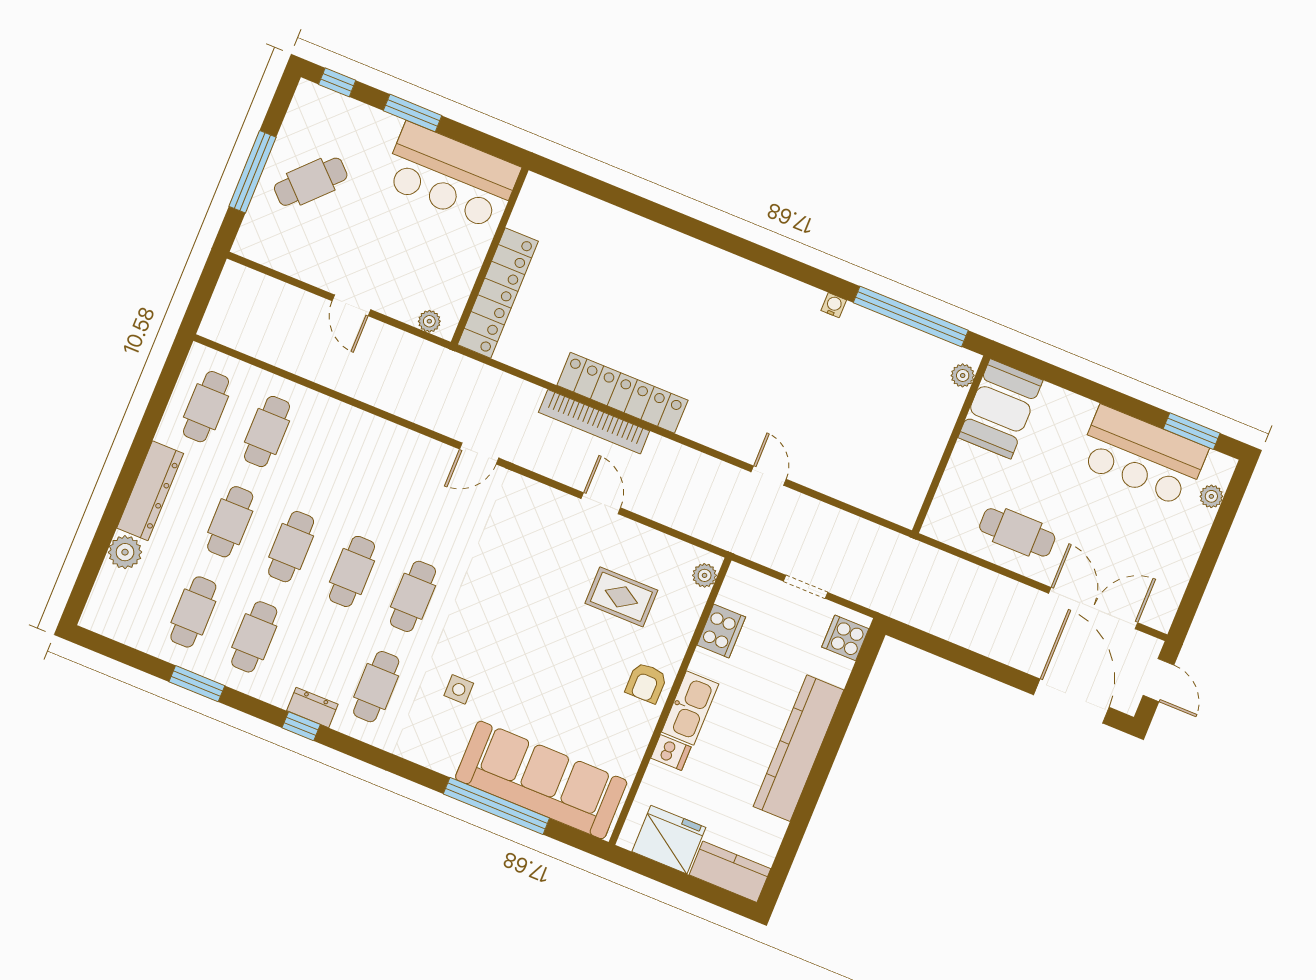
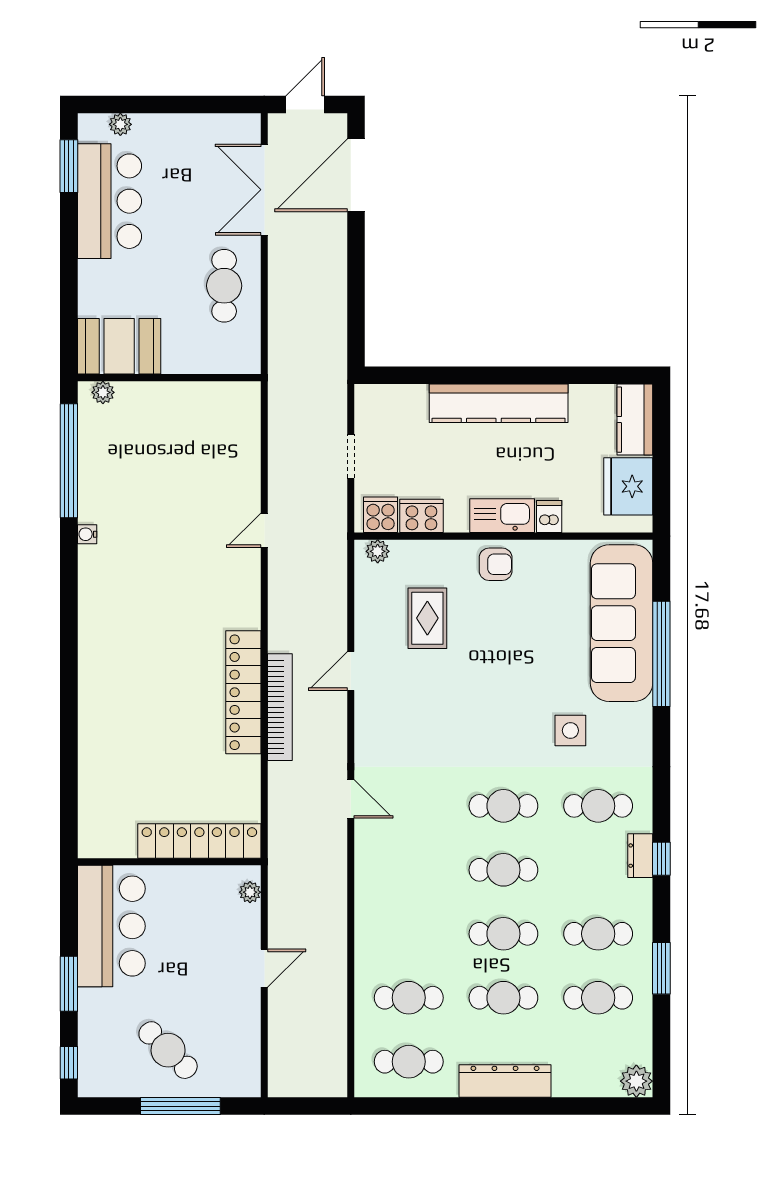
plant: (125, 552) -> (636, 1081), moved
cooker: (845, 638) -> (381, 515), moved, turned 180
side table: (459, 689) -> (570, 731), width x1.37, depth x1.37

